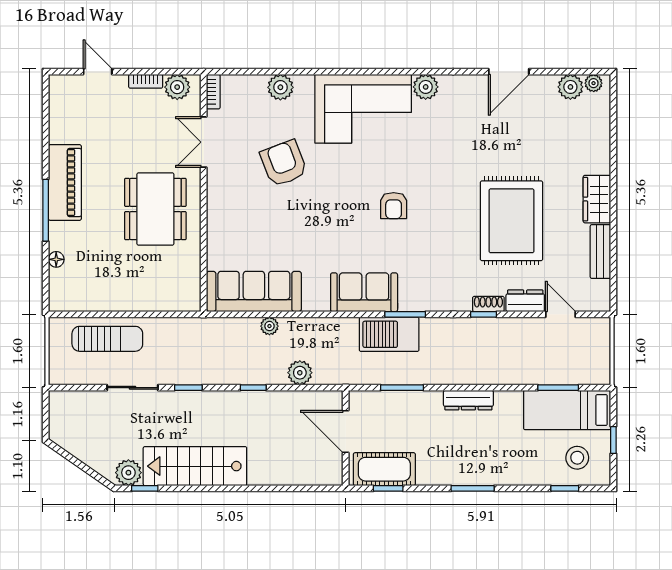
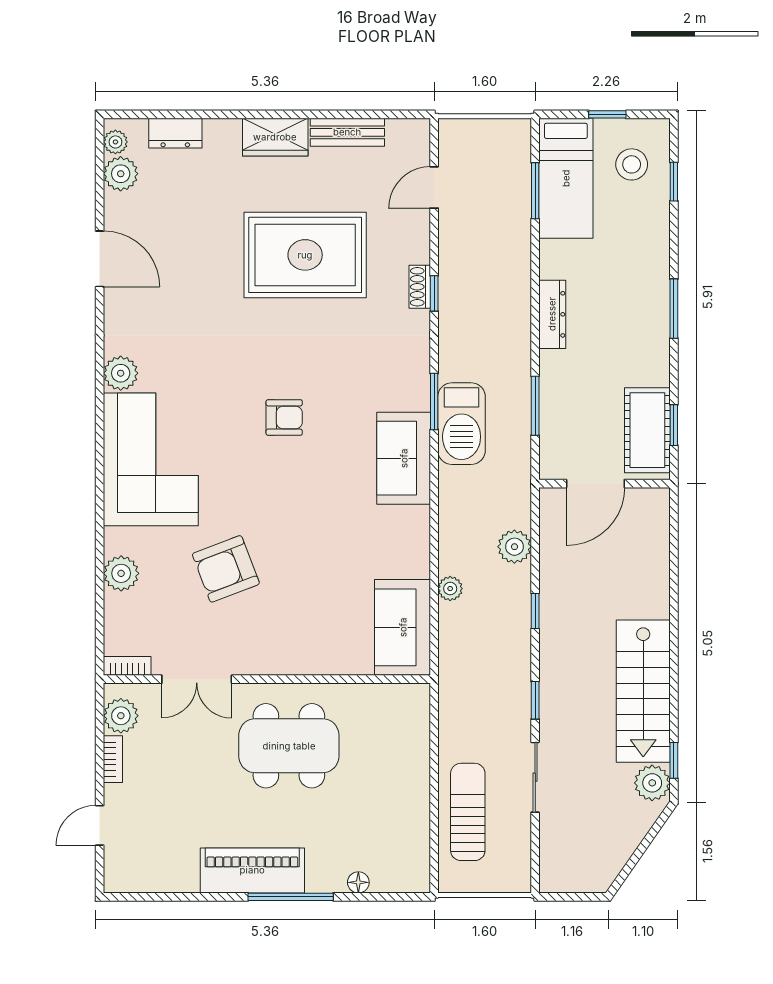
sofa: (254, 291) -> (403, 627), width x0.73
dresser: (525, 301) -> (175, 133), moved, turned -90

